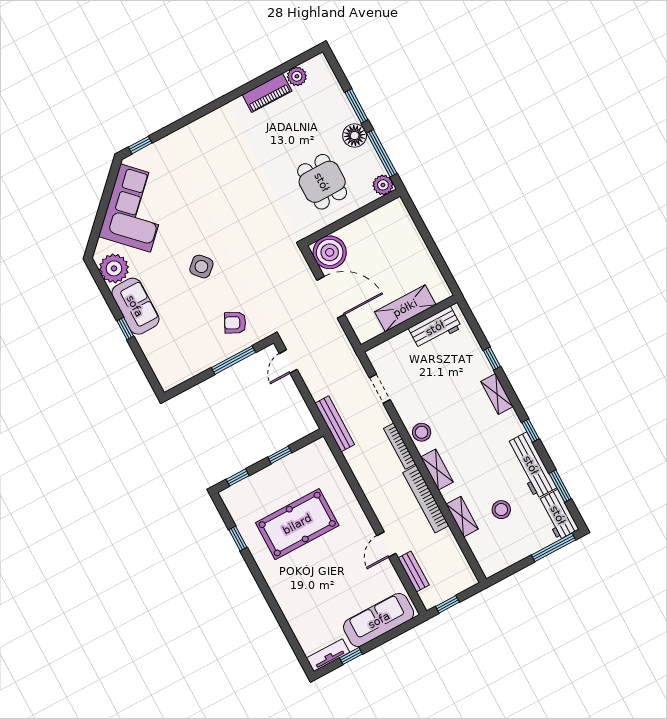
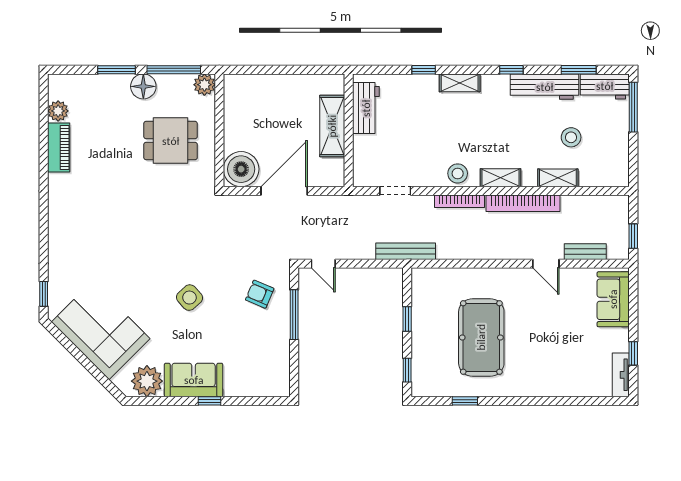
armchair: (235, 323) -> (260, 294), turned 86
sofa: (379, 620) -> (613, 299), width x0.73

